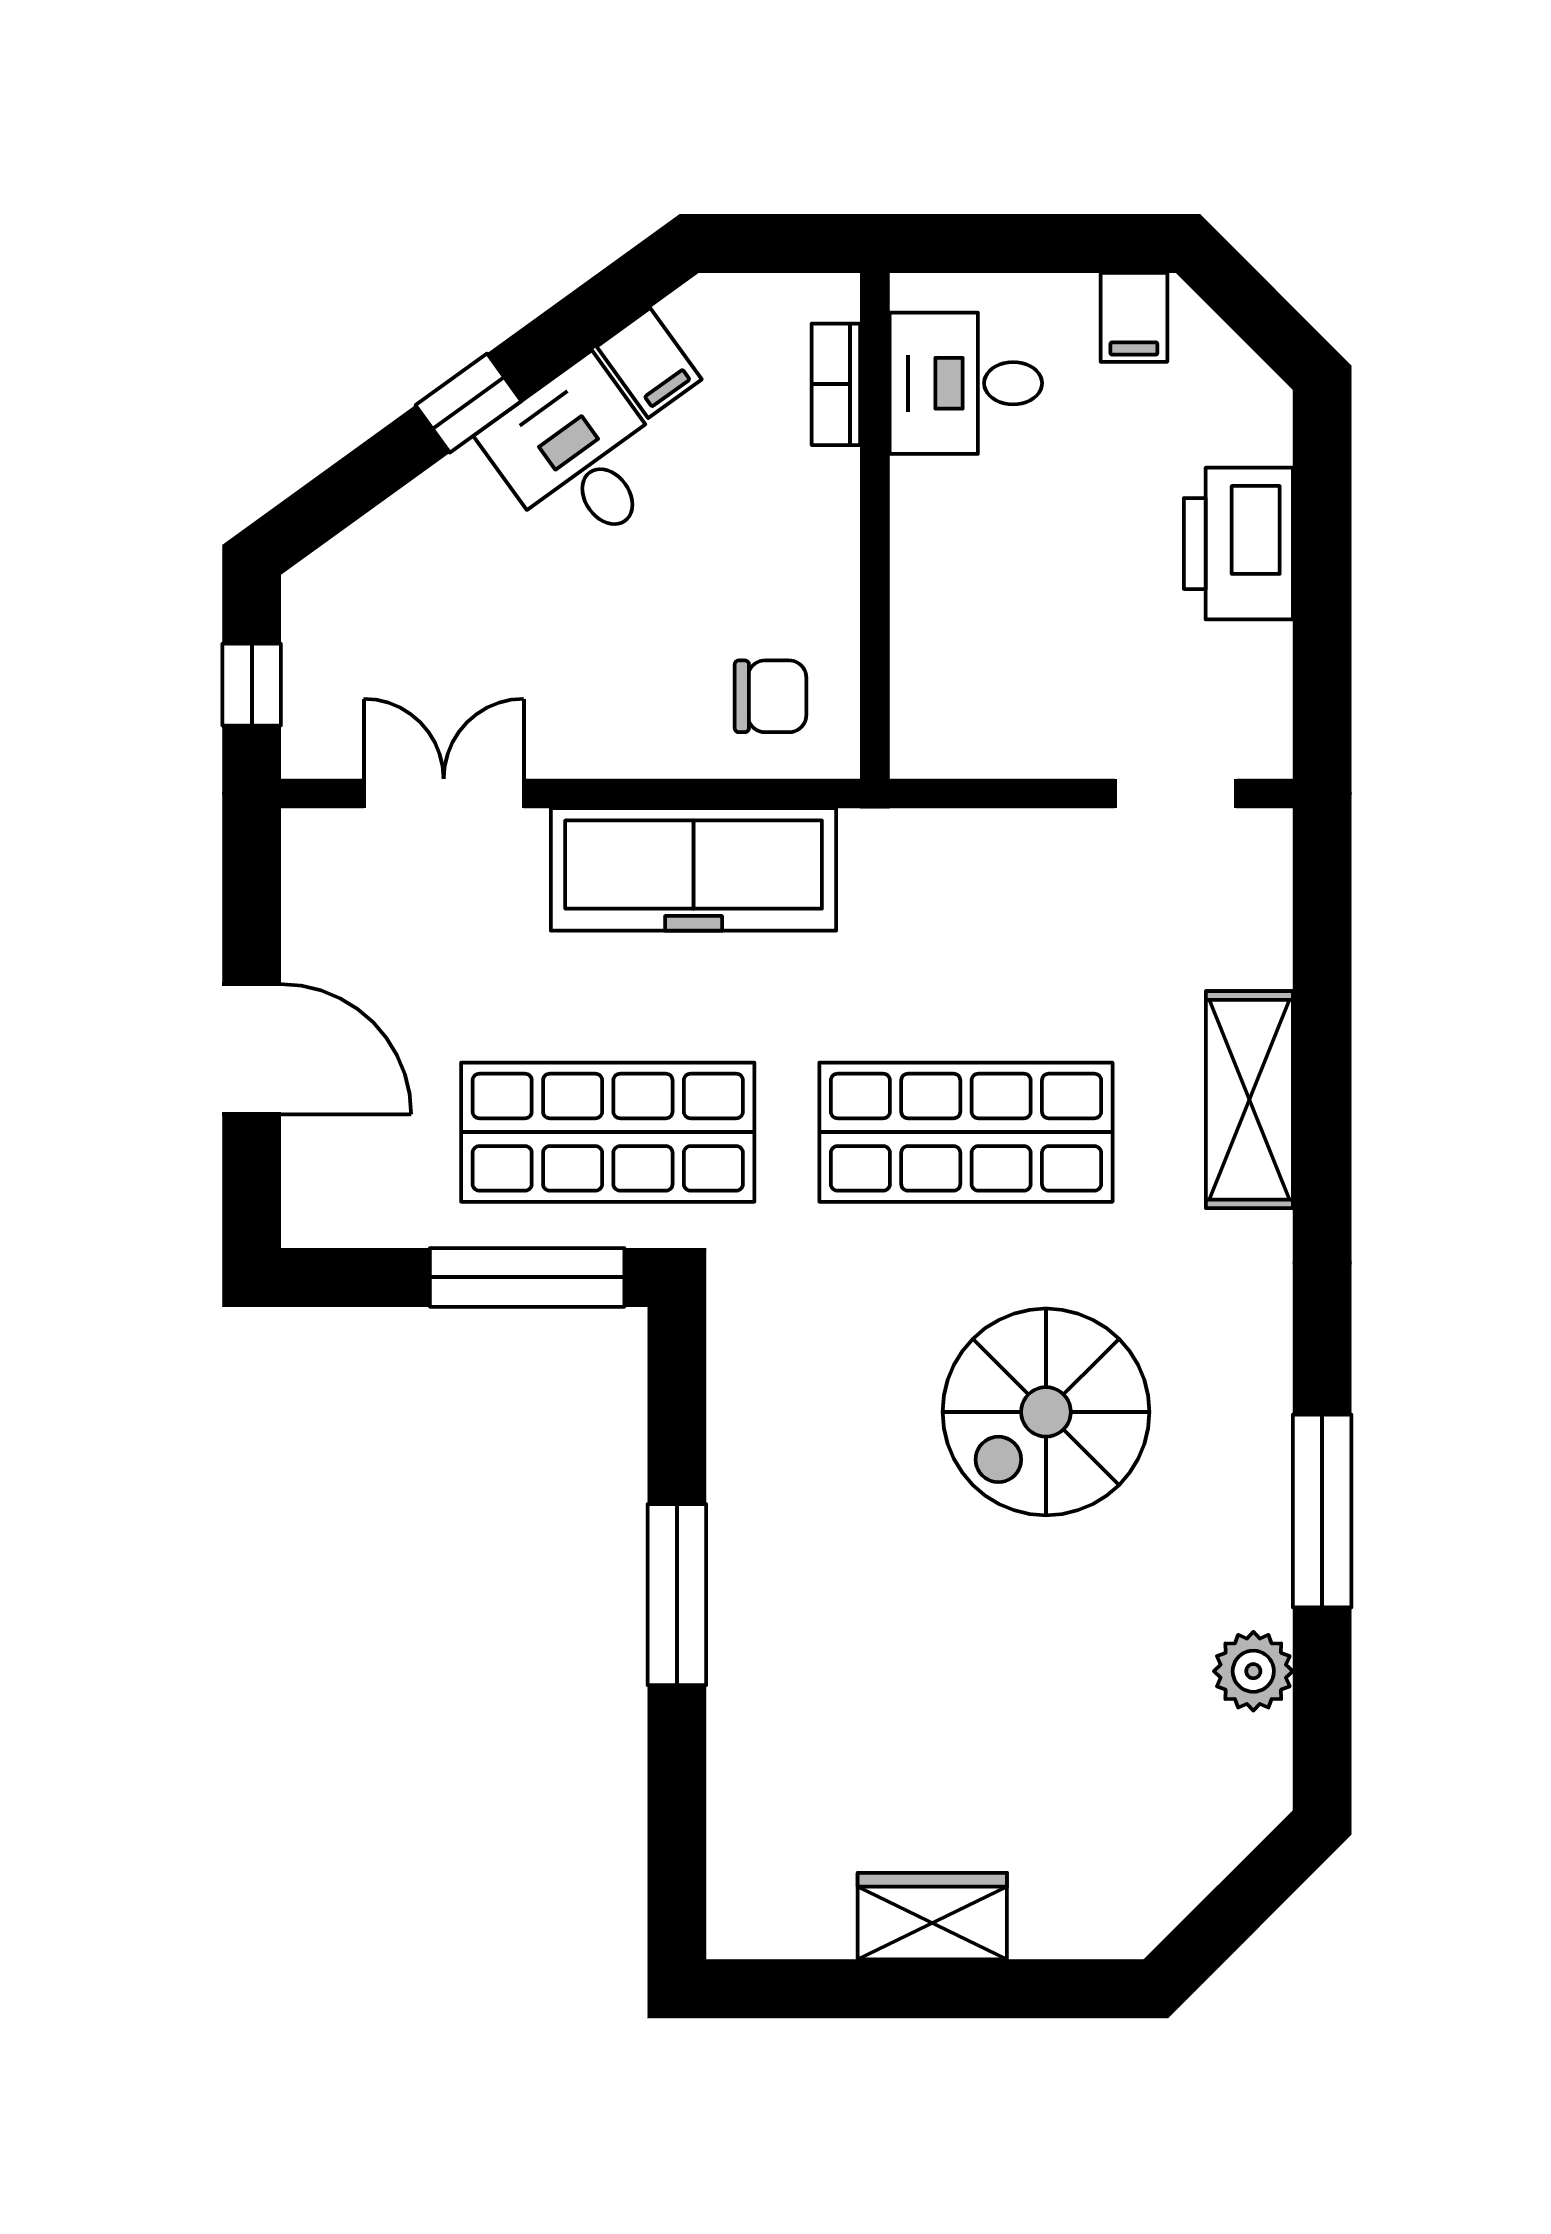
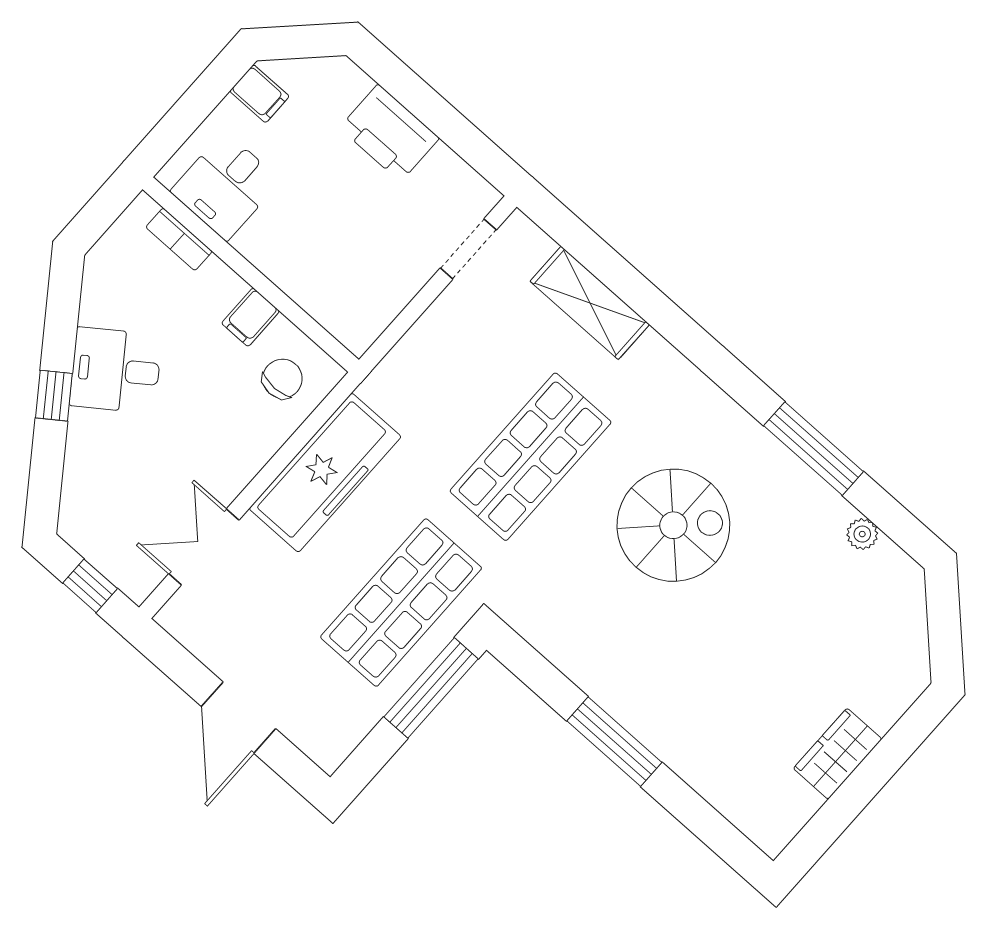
filing cabinet: (649, 363) -> (251, 317), moved, turned 126
door: (252, 1049) -> (239, 718), swing flipped
shelving: (1249, 1100) -> (590, 303), moved
spiral stairs: (1046, 1412) -> (673, 525), turned -90
plant: (1253, 1671) -> (862, 534), width x0.73, depth x0.73

